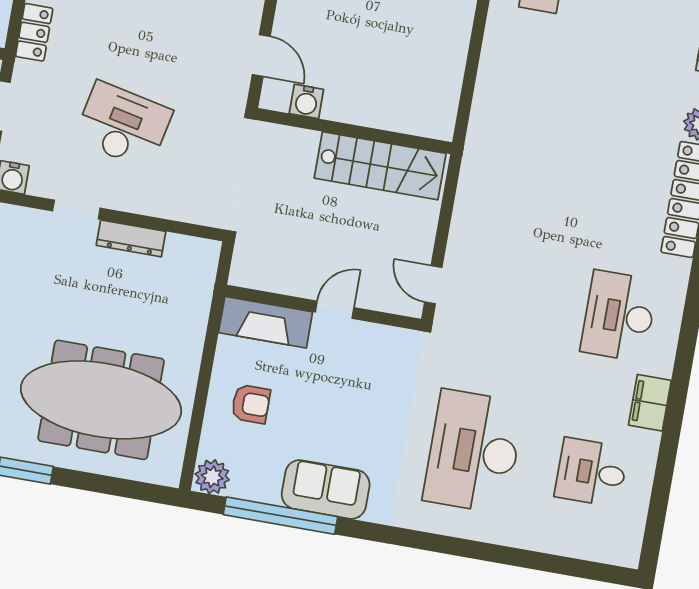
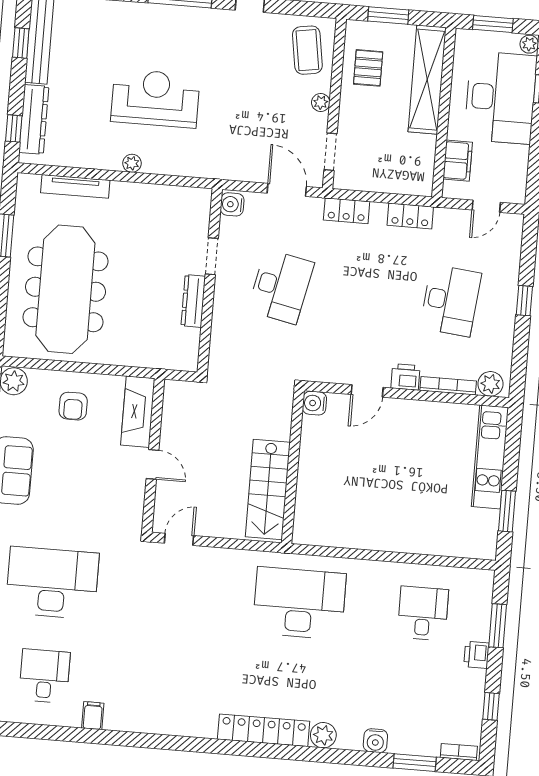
door: (261, 56) -> (367, 391), moved
water cooler: (306, 101) -> (314, 403), moved
desk: (619, 316) -> (299, 603), moved, width x1.36, depth x1.30
filing cabinet: (650, 403) -> (93, 716), width x0.50

